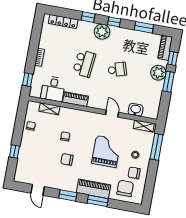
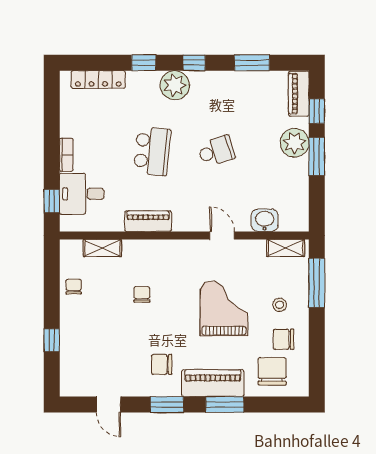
desk: (53, 89) -> (82, 194), moved, turned 90
chair: (67, 159) -> (162, 364), moved

